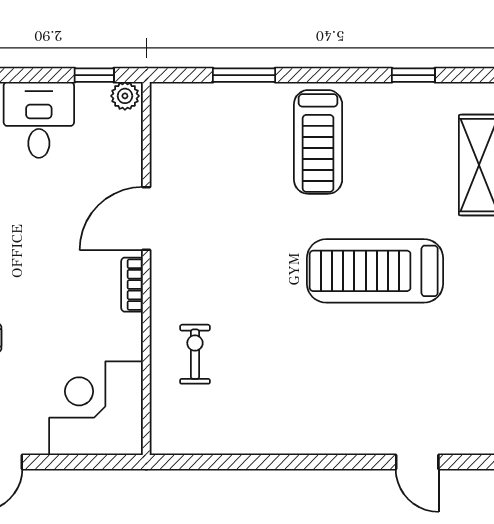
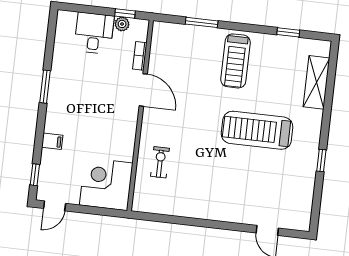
plant: (125, 96) -> (122, 24), moved
door: (146, 219) -> (143, 90), swing flipped
bookcase: (132, 285) -> (140, 56), moved

